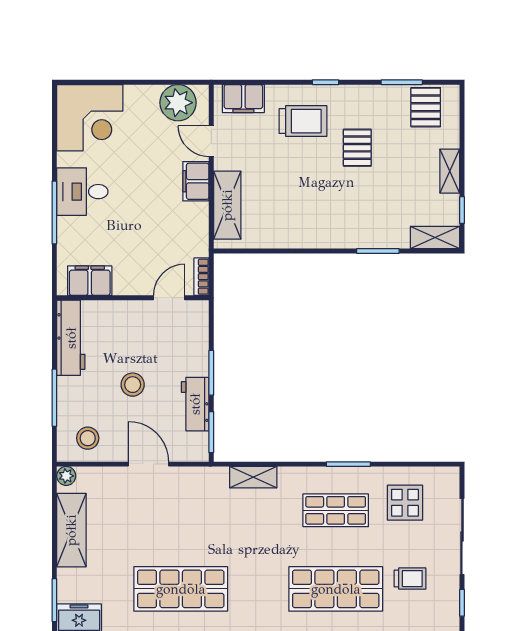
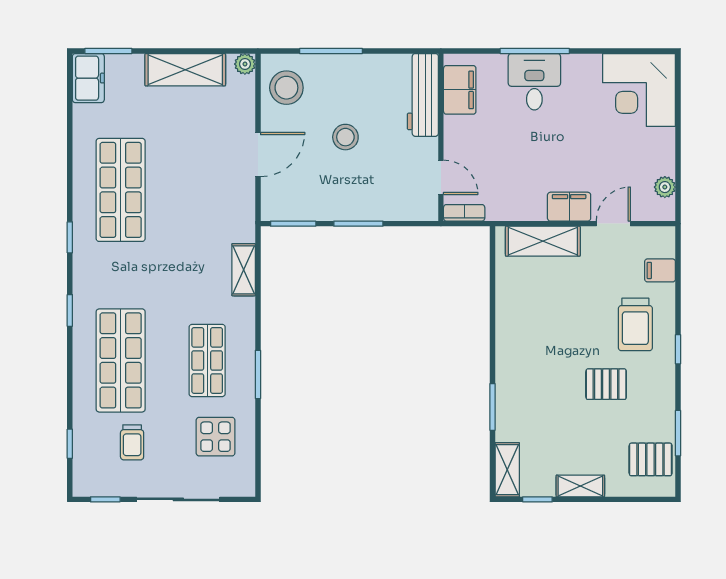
filing cabinet: (243, 99) -> (660, 270), width x0.50
plant: (178, 103) -> (665, 187), width x0.53, depth x0.53
desk: (82, 192) -> (534, 82), moved
workbench: (71, 338) -> (423, 95), moved, turned 90
workbench: (195, 404) -> (324, 206), removed
stool: (88, 438) -> (286, 88), width x1.38, depth x1.38

